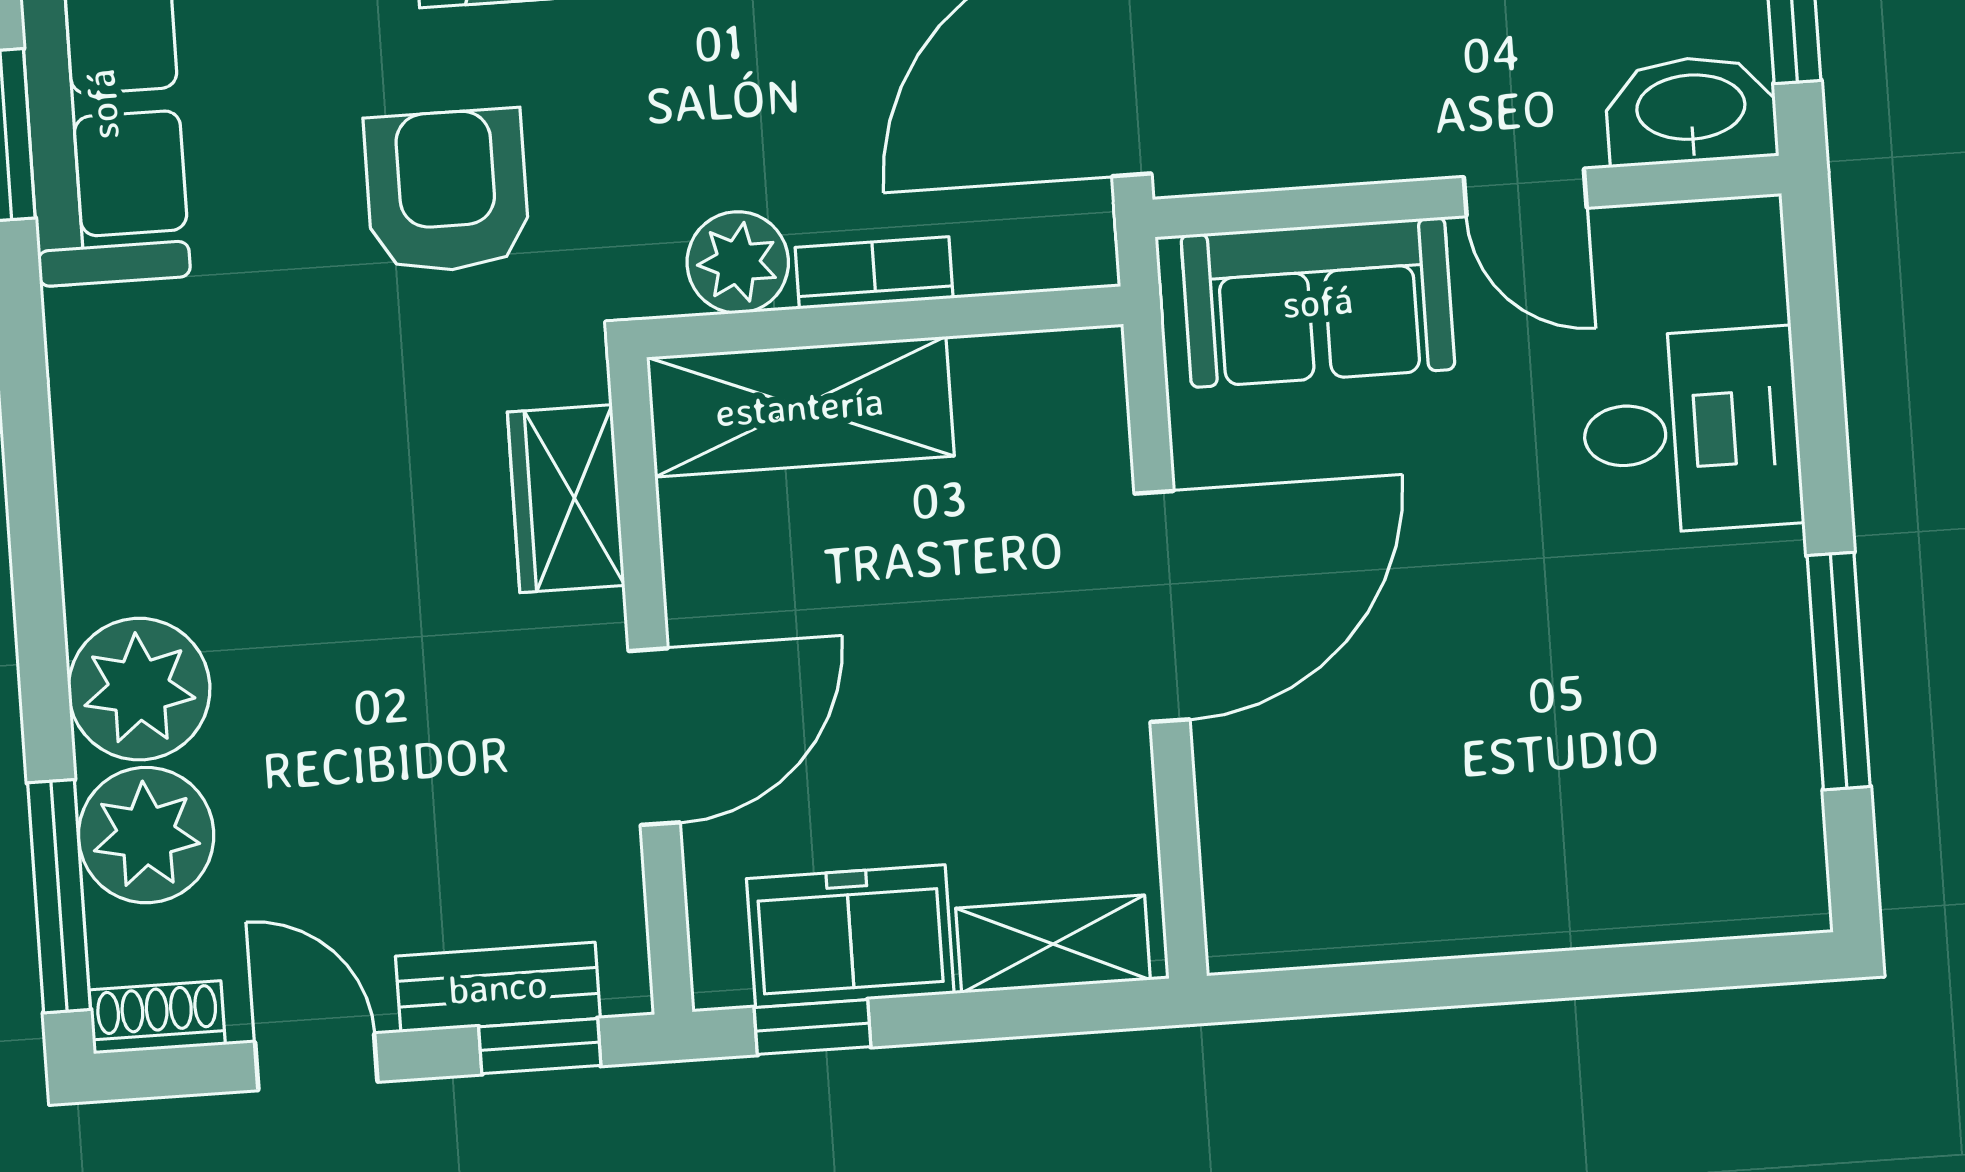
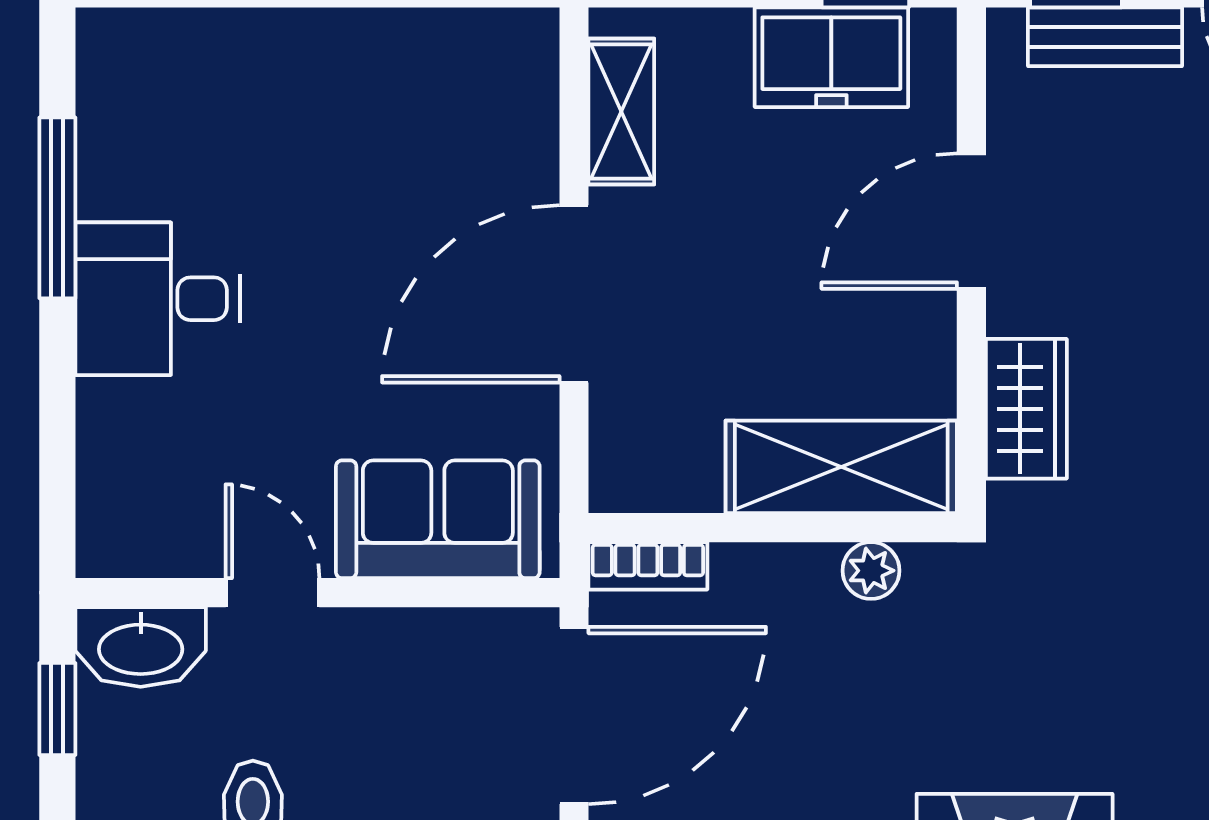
armchair: (447, 191) -> (1101, 652), removed
plant: (738, 262) -> (871, 571), width x0.73, depth x0.73
bookcase: (874, 273) -> (648, 566), moved
desk: (1691, 431) -> (158, 299), moved
shelving: (1053, 944) -> (621, 112), moved, turned 90

